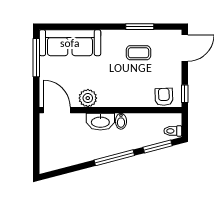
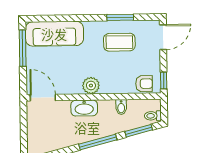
coffee table: (138, 53) -> (119, 42), width x1.36, depth x1.30
armchair: (164, 97) -> (144, 84), turned 92
plant: (88, 98) -> (91, 86), moved
bidet: (121, 121) -> (121, 107), moved

